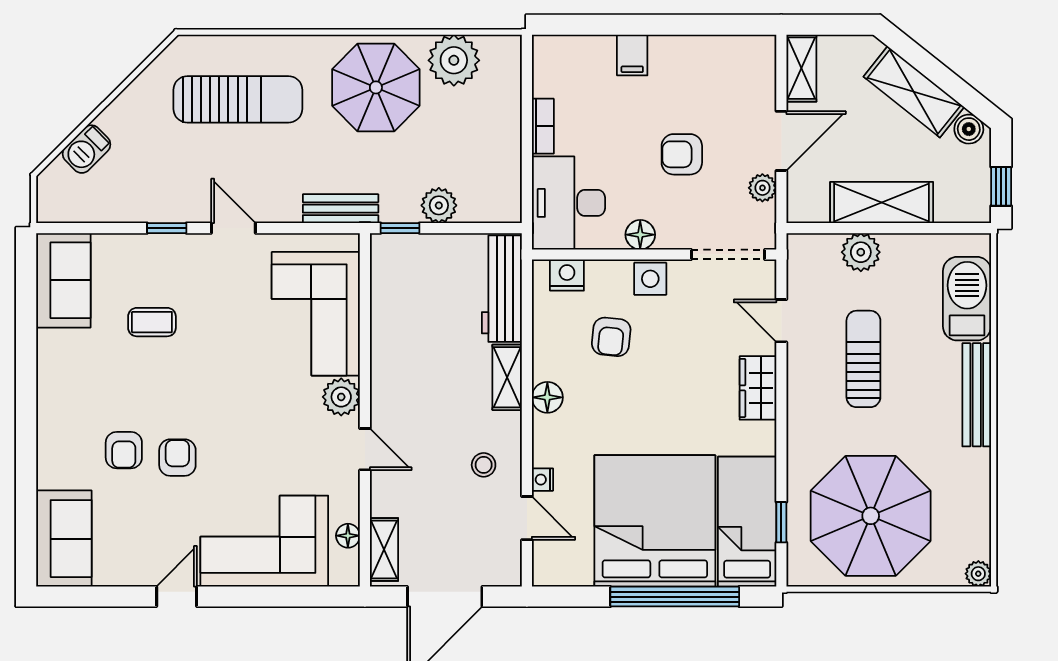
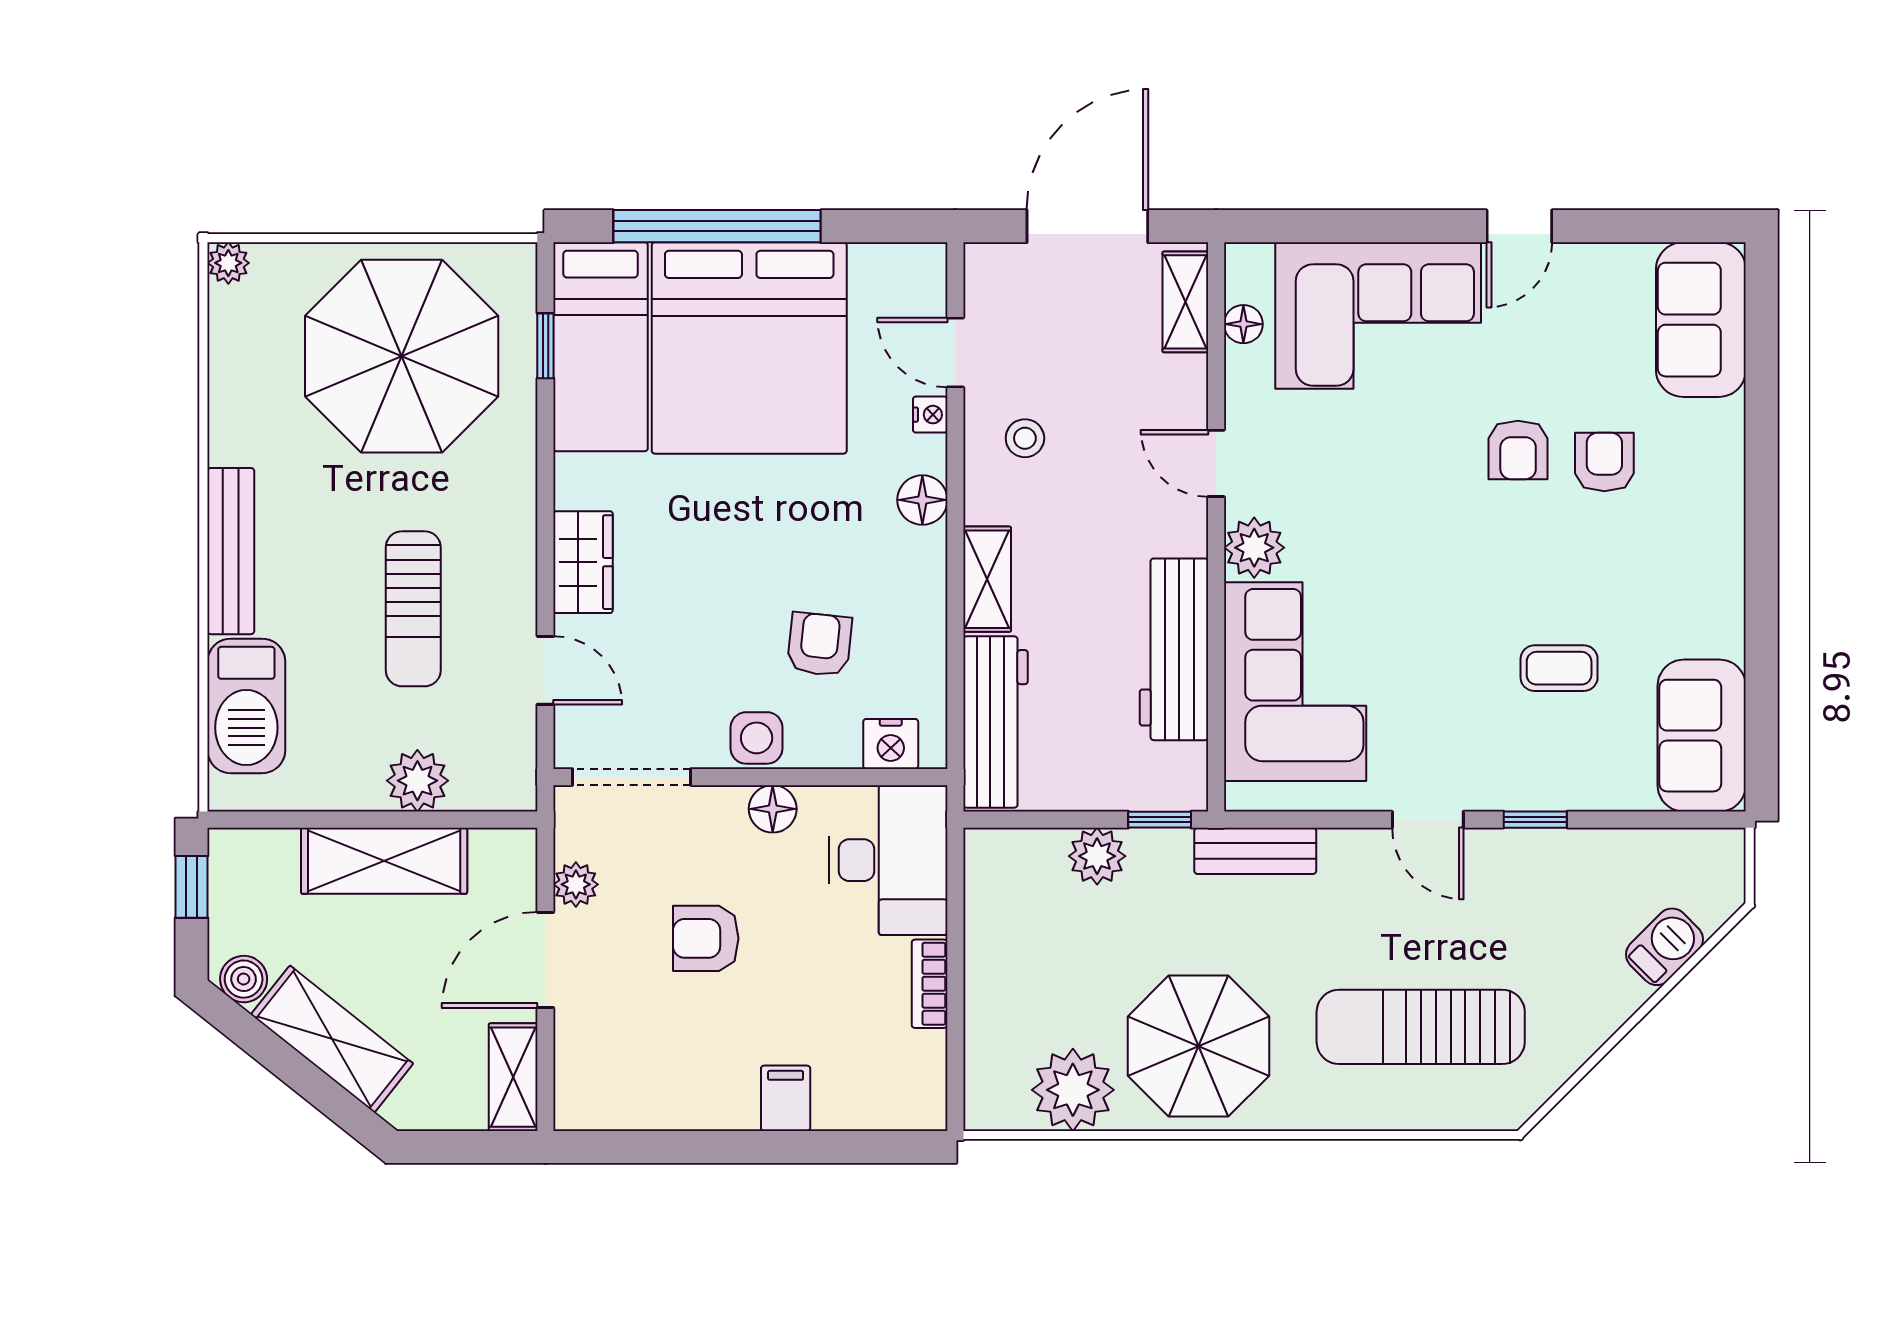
armchair: (682, 154) -> (706, 938), turned 180
workbench: (391, 334) -> (1174, 649), added
floor lamp: (547, 397) -> (922, 500), moved

